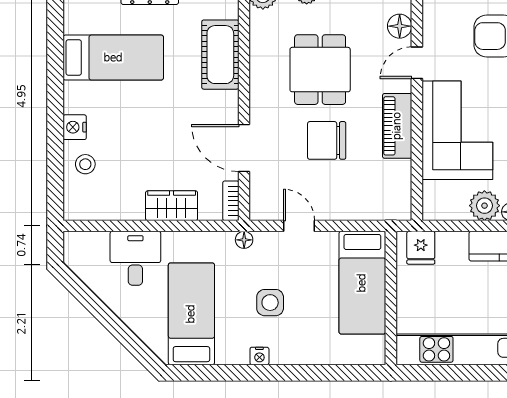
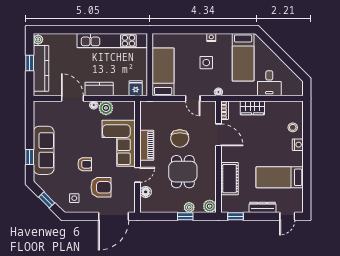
chair: (327, 140) -> (180, 138), turned 90

